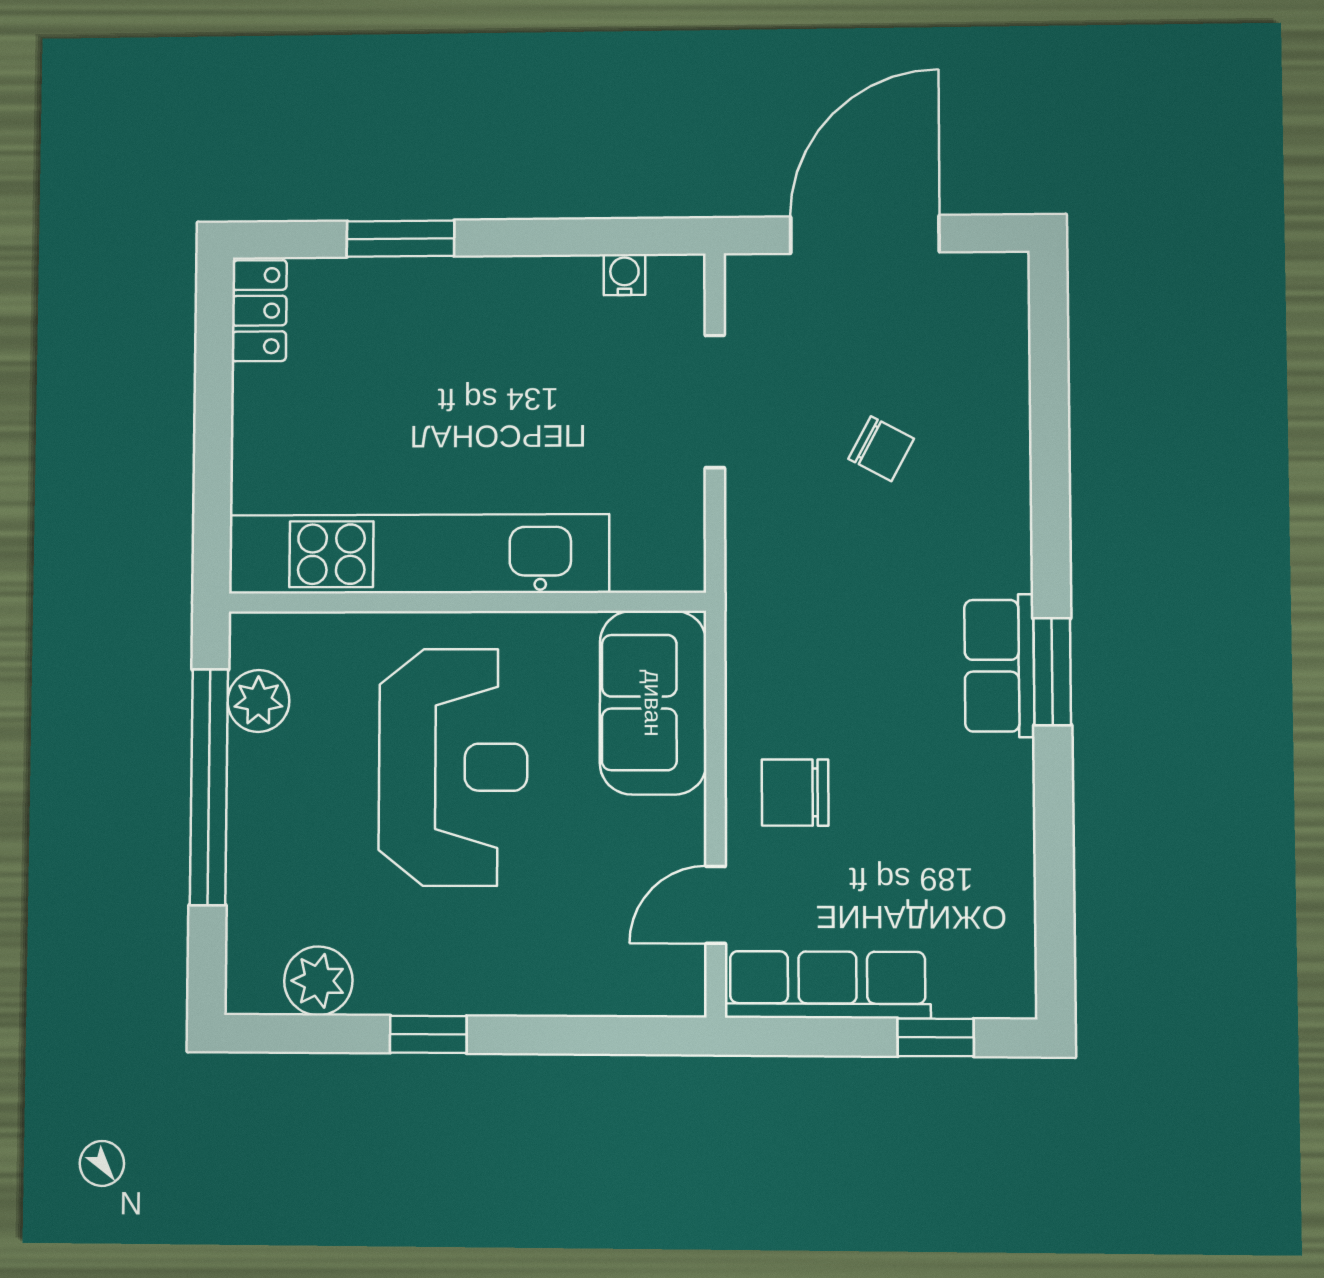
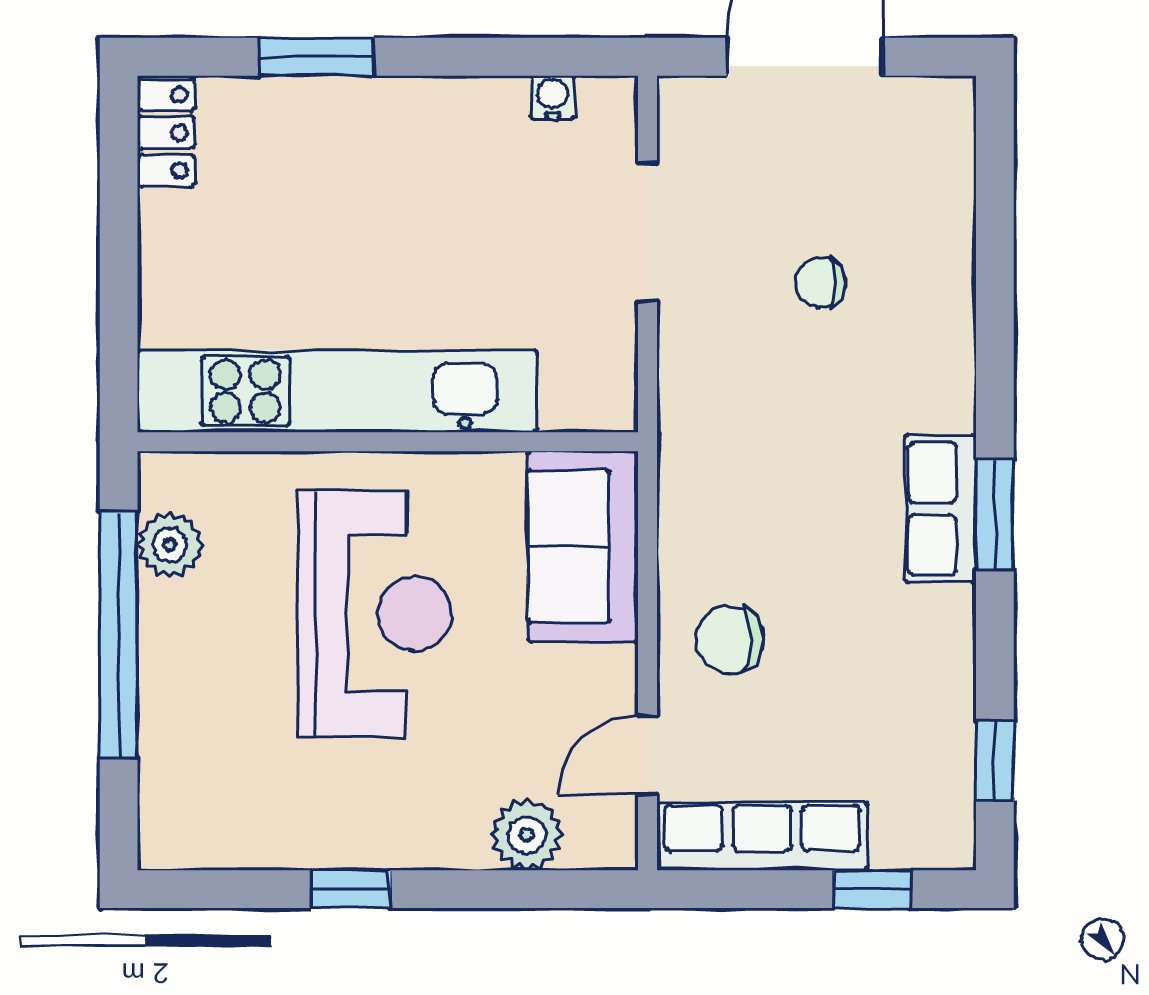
chair: (881, 449) -> (820, 283), turned 152
window: (1055, 912) -> (995, 761), added
plant: (318, 981) -> (527, 835), moved

